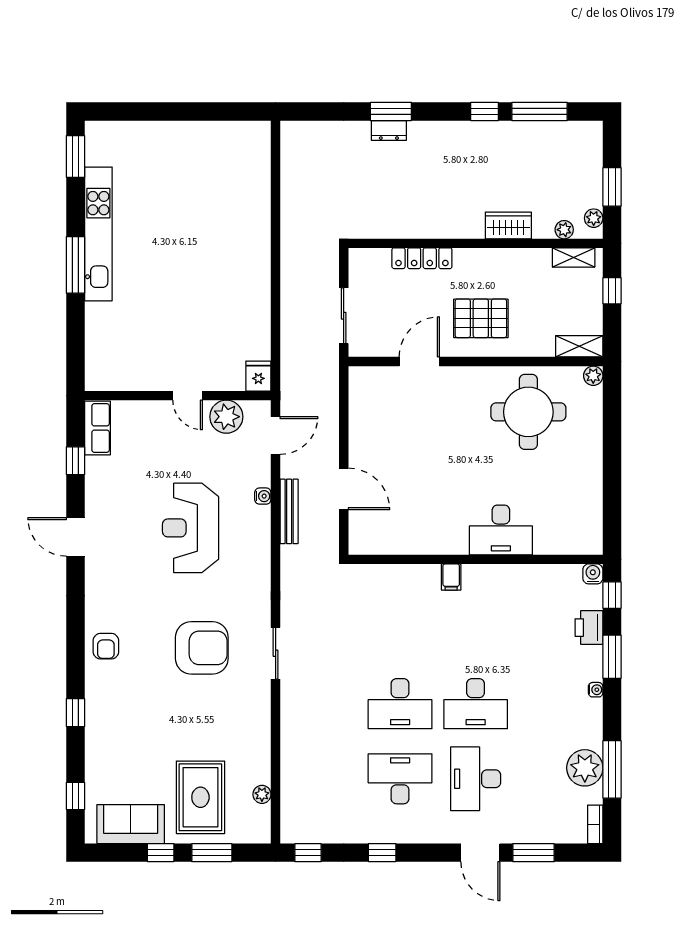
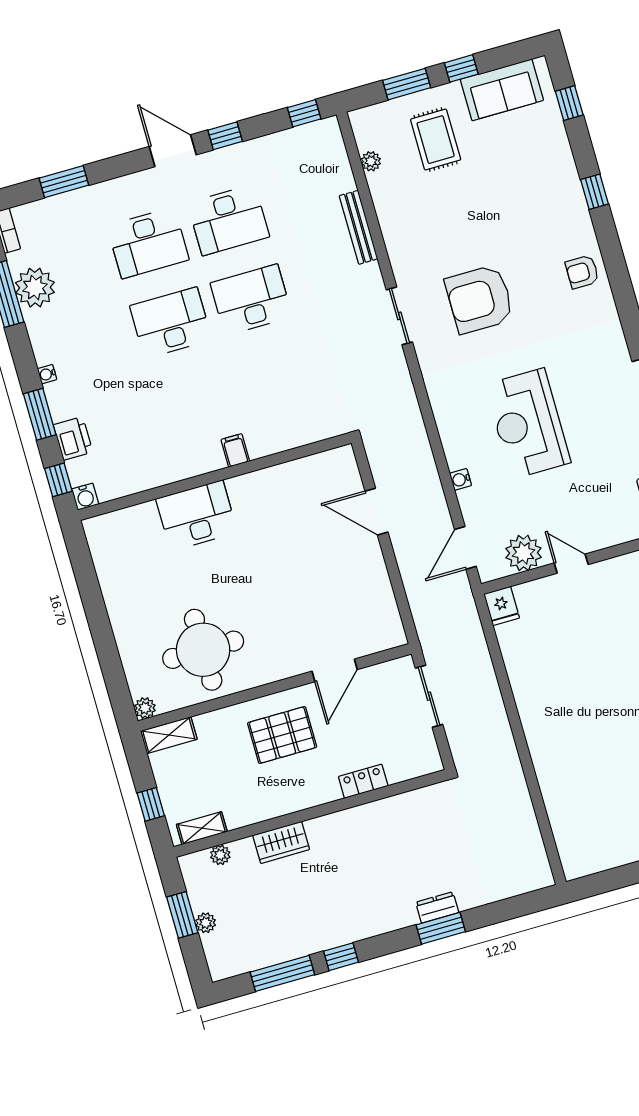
plant: (594, 218) -> (206, 923), moved
locker: (422, 258) -> (363, 781), width x0.66
bench: (289, 511) -> (358, 227), moved
reception desk: (191, 528) -> (528, 424), turned 180
armchair: (106, 646) -> (582, 272), turned -90
desk: (476, 779) -> (148, 243), turned 90
rug: (200, 797) -> (436, 140), width x0.73, depth x0.70
door: (480, 853) -> (173, 151), moved

